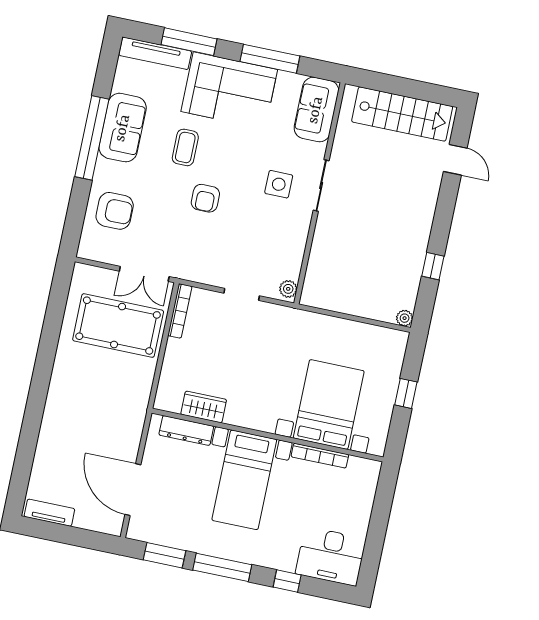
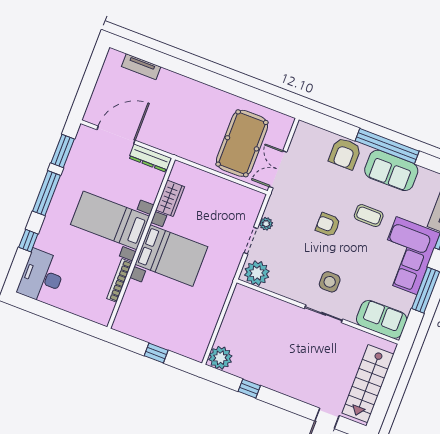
armchair: (115, 211) -> (345, 154), moved
plant: (217, 278) -> (266, 224), added
plant: (288, 289) -> (257, 273), width x1.88, depth x1.88
bookcase: (180, 311) -> (246, 192), removed
plant: (405, 318) -> (220, 358), width x1.88, depth x1.88
bed with nightstands: (329, 404) -> (171, 256), moved
dresser: (186, 431) -> (150, 158), moved, turned -90
tv unit: (49, 513) -> (141, 67), moved, turned 90

